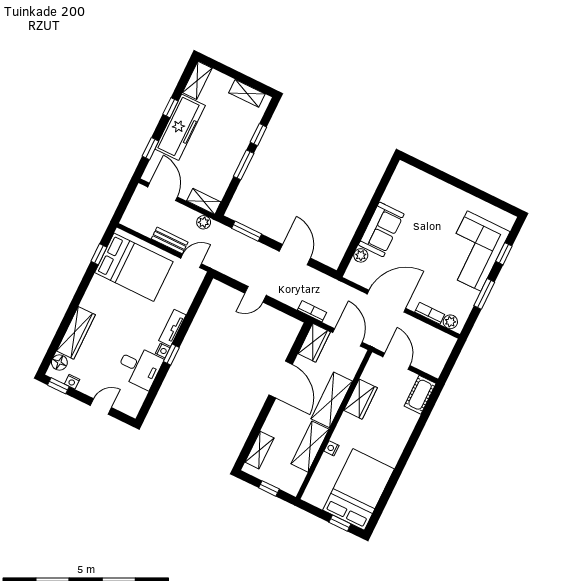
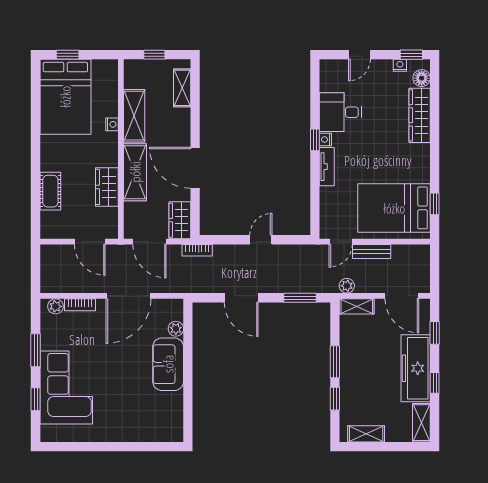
cot: (420, 395) -> (50, 191), moved

